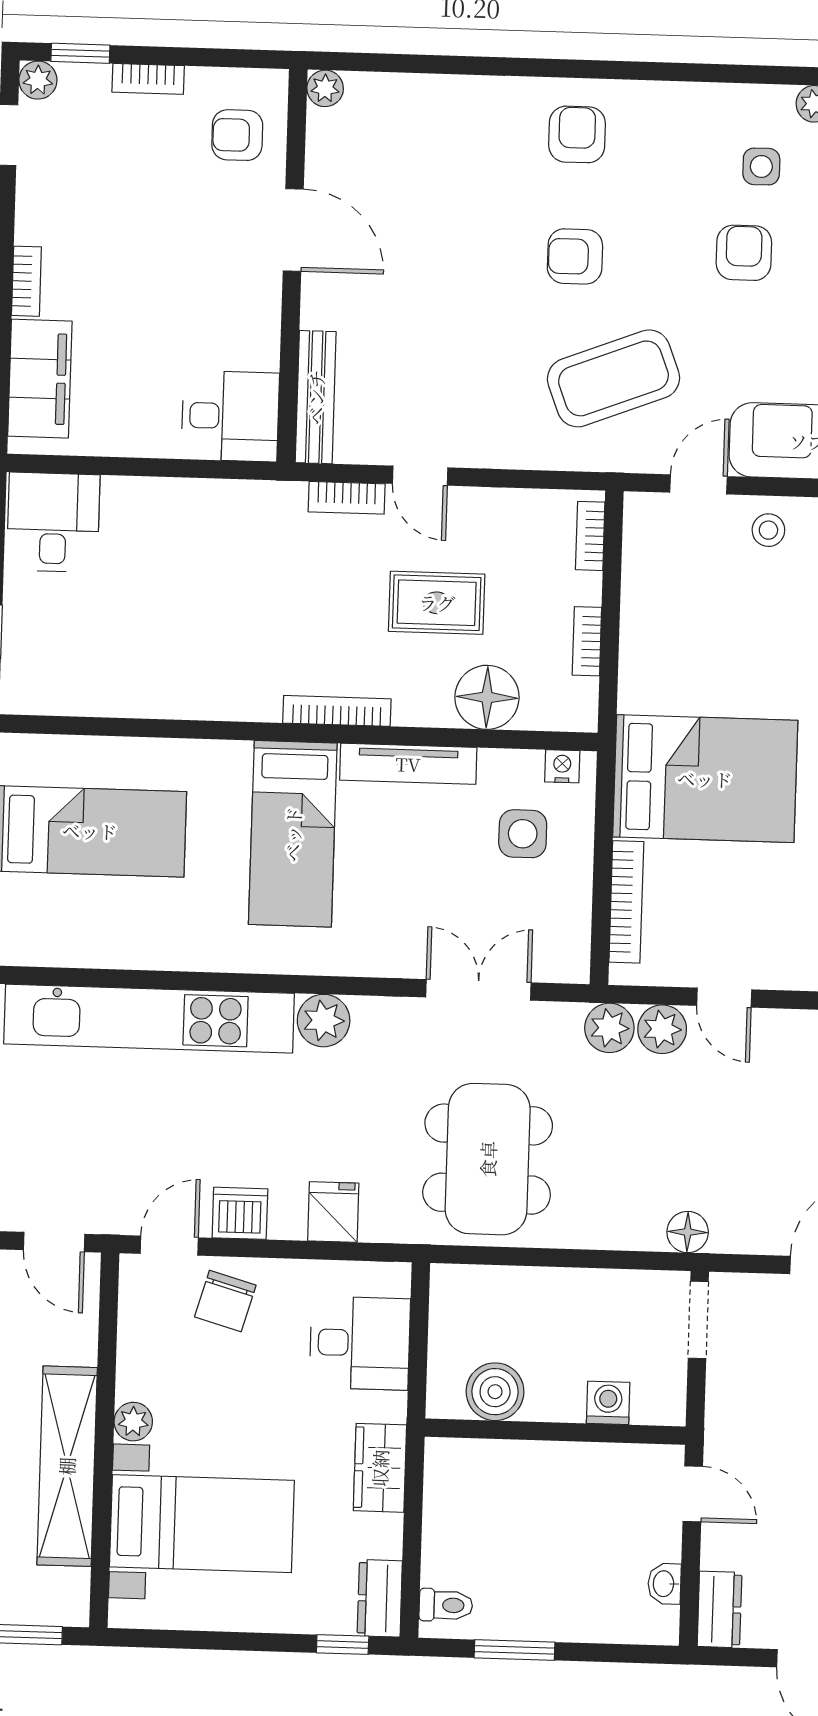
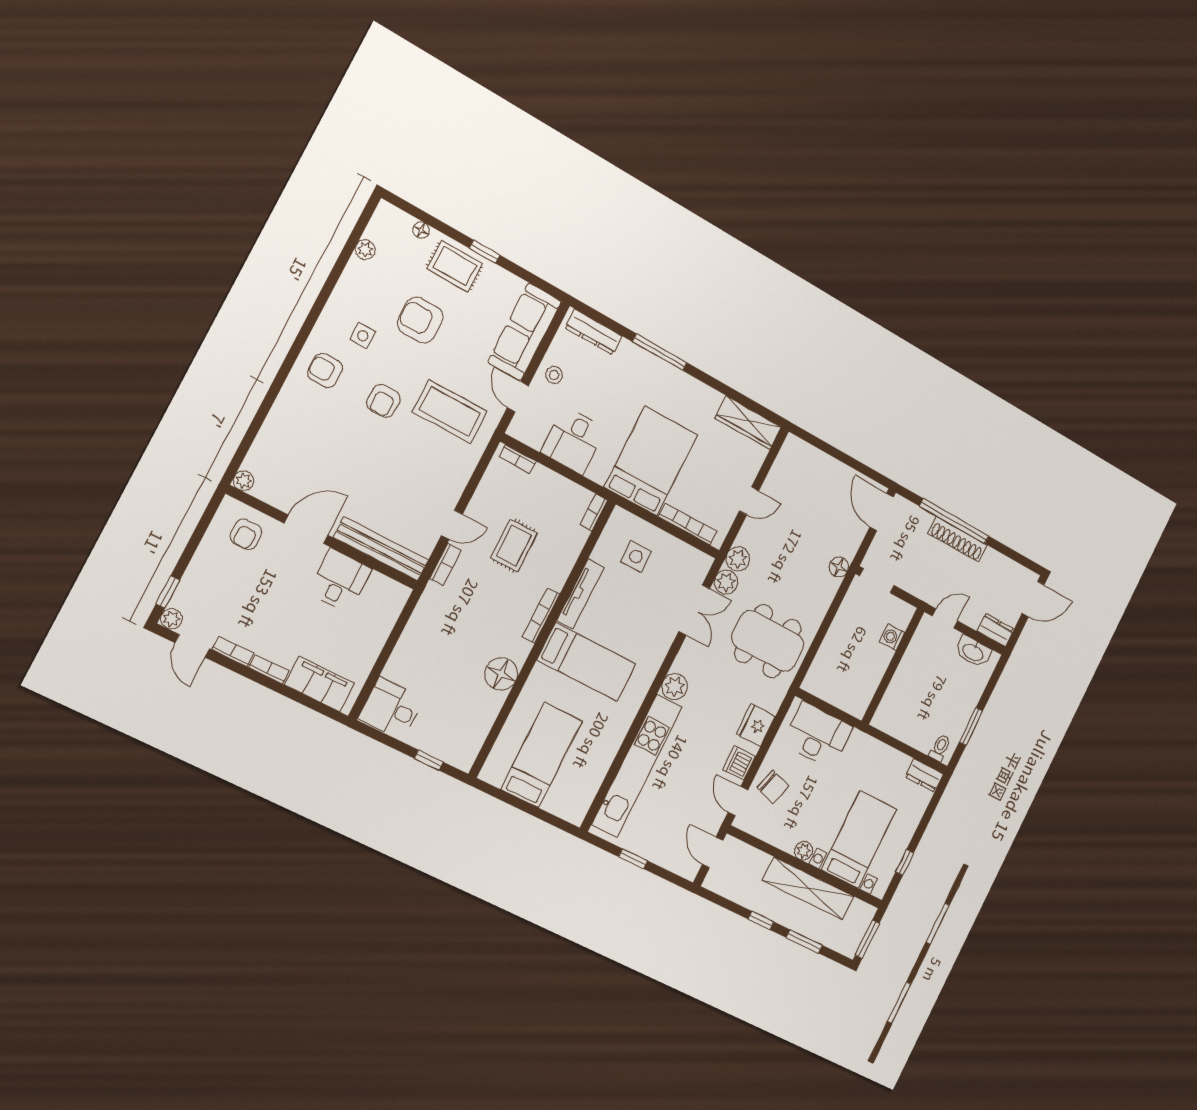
bookcase: (148, 79) -> (233, 652), moved, turned -90
side table: (761, 166) -> (363, 336), moved
armchair: (744, 253) -> (420, 320), width x1.38, depth x1.38
coffee table: (613, 378) -> (450, 412), turned -69
bench: (316, 397) -> (381, 549), width x1.37, depth x1.21
desk: (230, 416) -> (340, 581), moved
desk: (672, 620) -> (573, 441), added
bookcase: (587, 641) -> (594, 512), moved, turned 90
floor lamp: (487, 697) -> (501, 674), moved
nightstand: (562, 766) -> (615, 524), removed
double door: (478, 990) -> (694, 610), swing flipped
plant: (662, 1029) -> (726, 582), moved
fridge: (333, 1212) -> (756, 725), width x1.38
door: (54, 1242) -> (713, 852), swing flipped
desk: (360, 1343) -> (818, 735), width x1.37
boiler: (495, 1392) -> (865, 685), removed
wardrobe: (380, 1468) -> (872, 750), removed
washbasin: (664, 1584) -> (973, 652), width x1.91, depth x1.45
window: (343, 1645) -> (905, 862), moved

